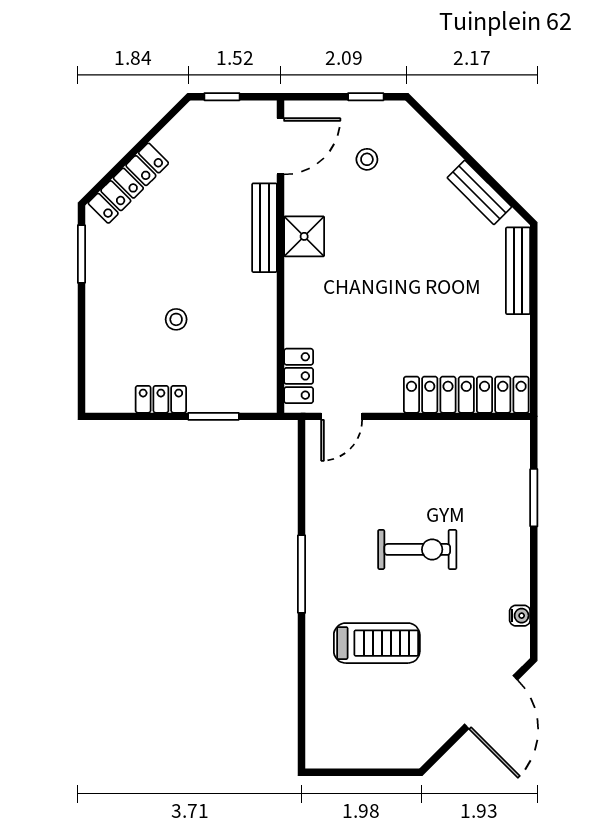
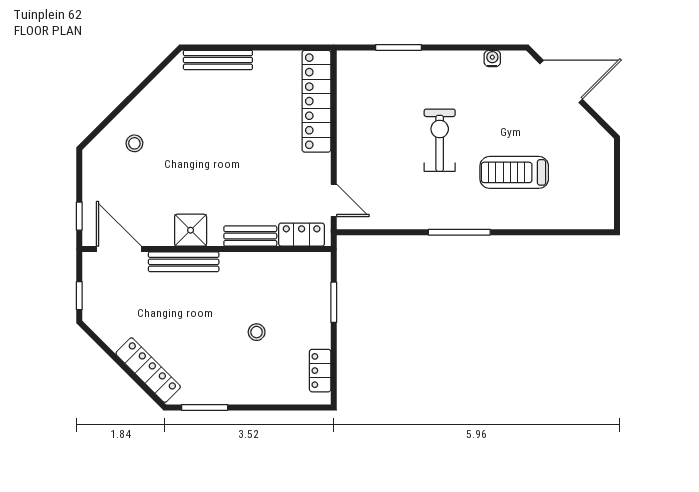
window: (366, 97) -> (79, 216), moved
stool: (367, 159) -> (134, 143), moved
bench: (479, 192) -> (250, 236), moved, turned 45
locker: (161, 399) -> (320, 371), moved
treadmill: (377, 643) -> (514, 172), turned -90

